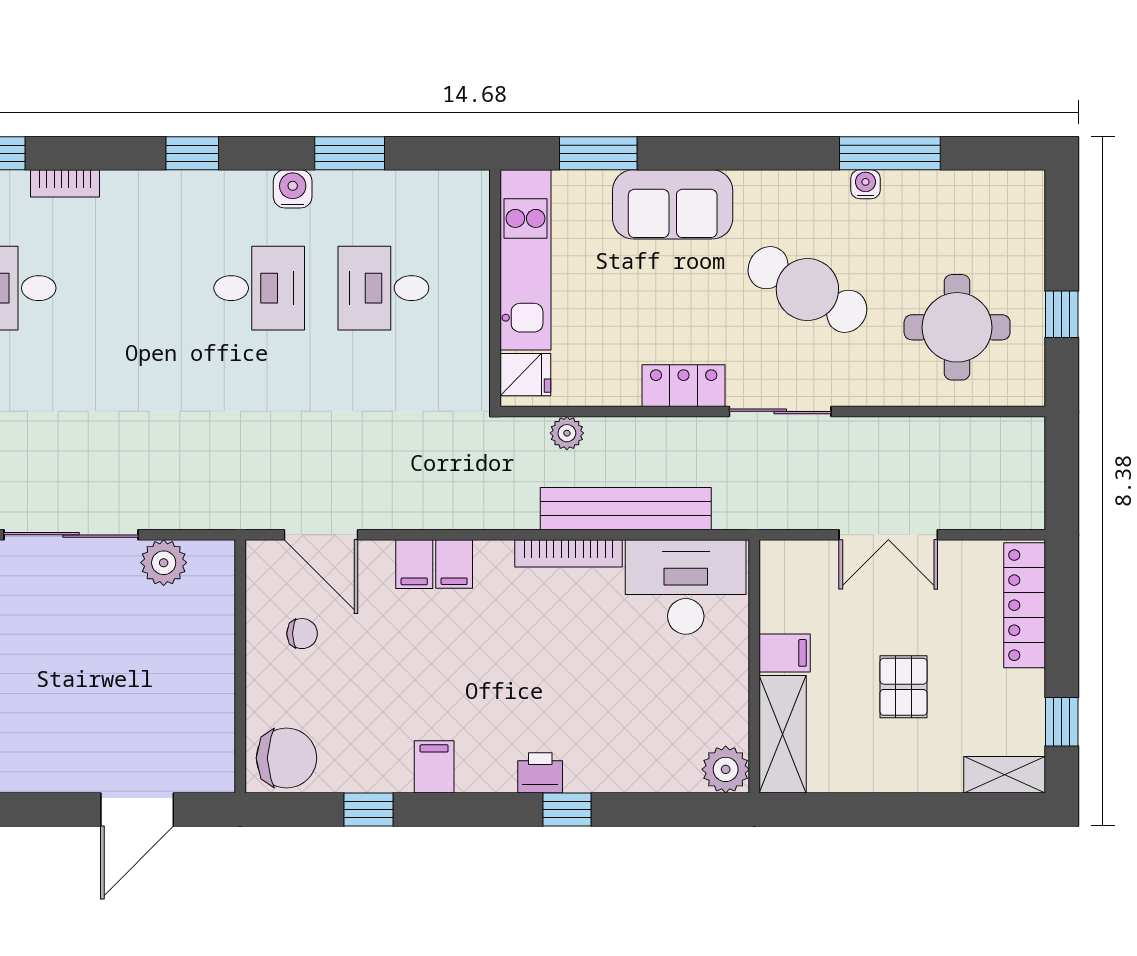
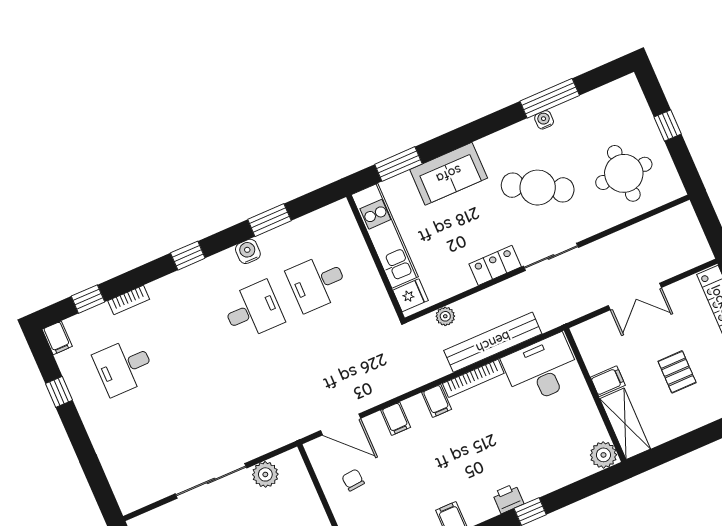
window: (1062, 314) -> (668, 125), moved
filing cabinet: (454, 564) -> (437, 401), moved
chair: (302, 634) -> (353, 480), turned -95

